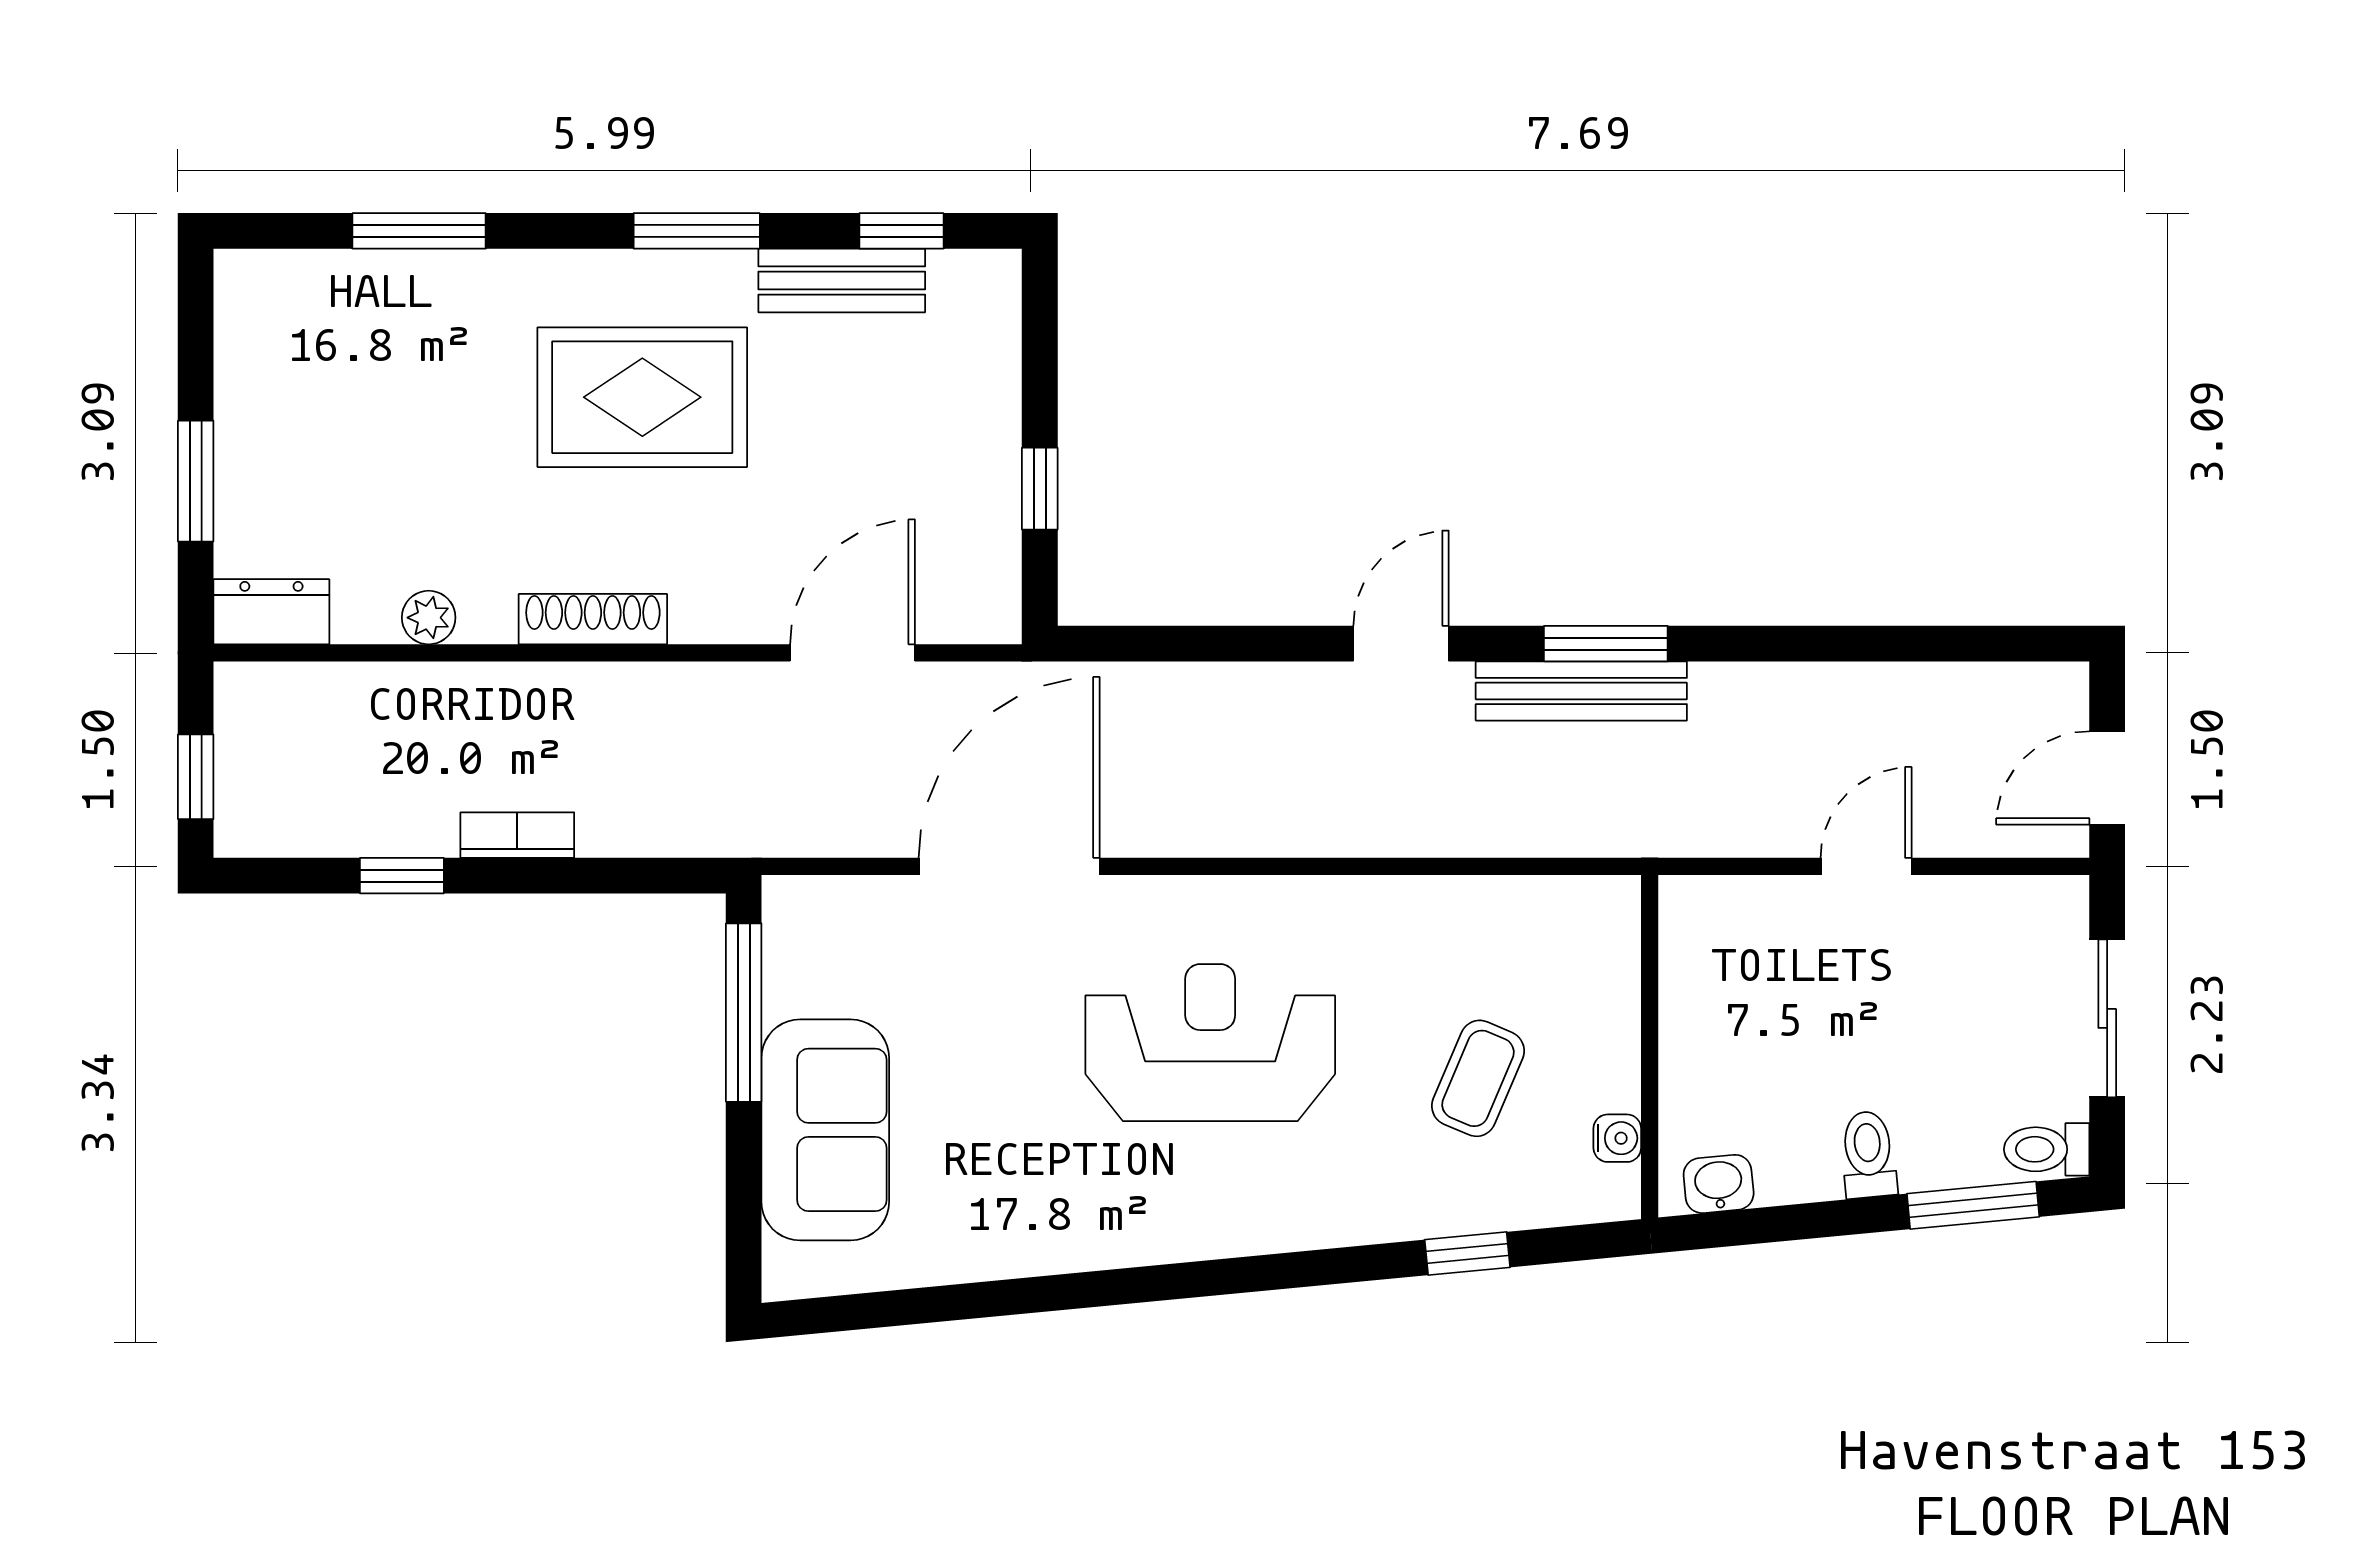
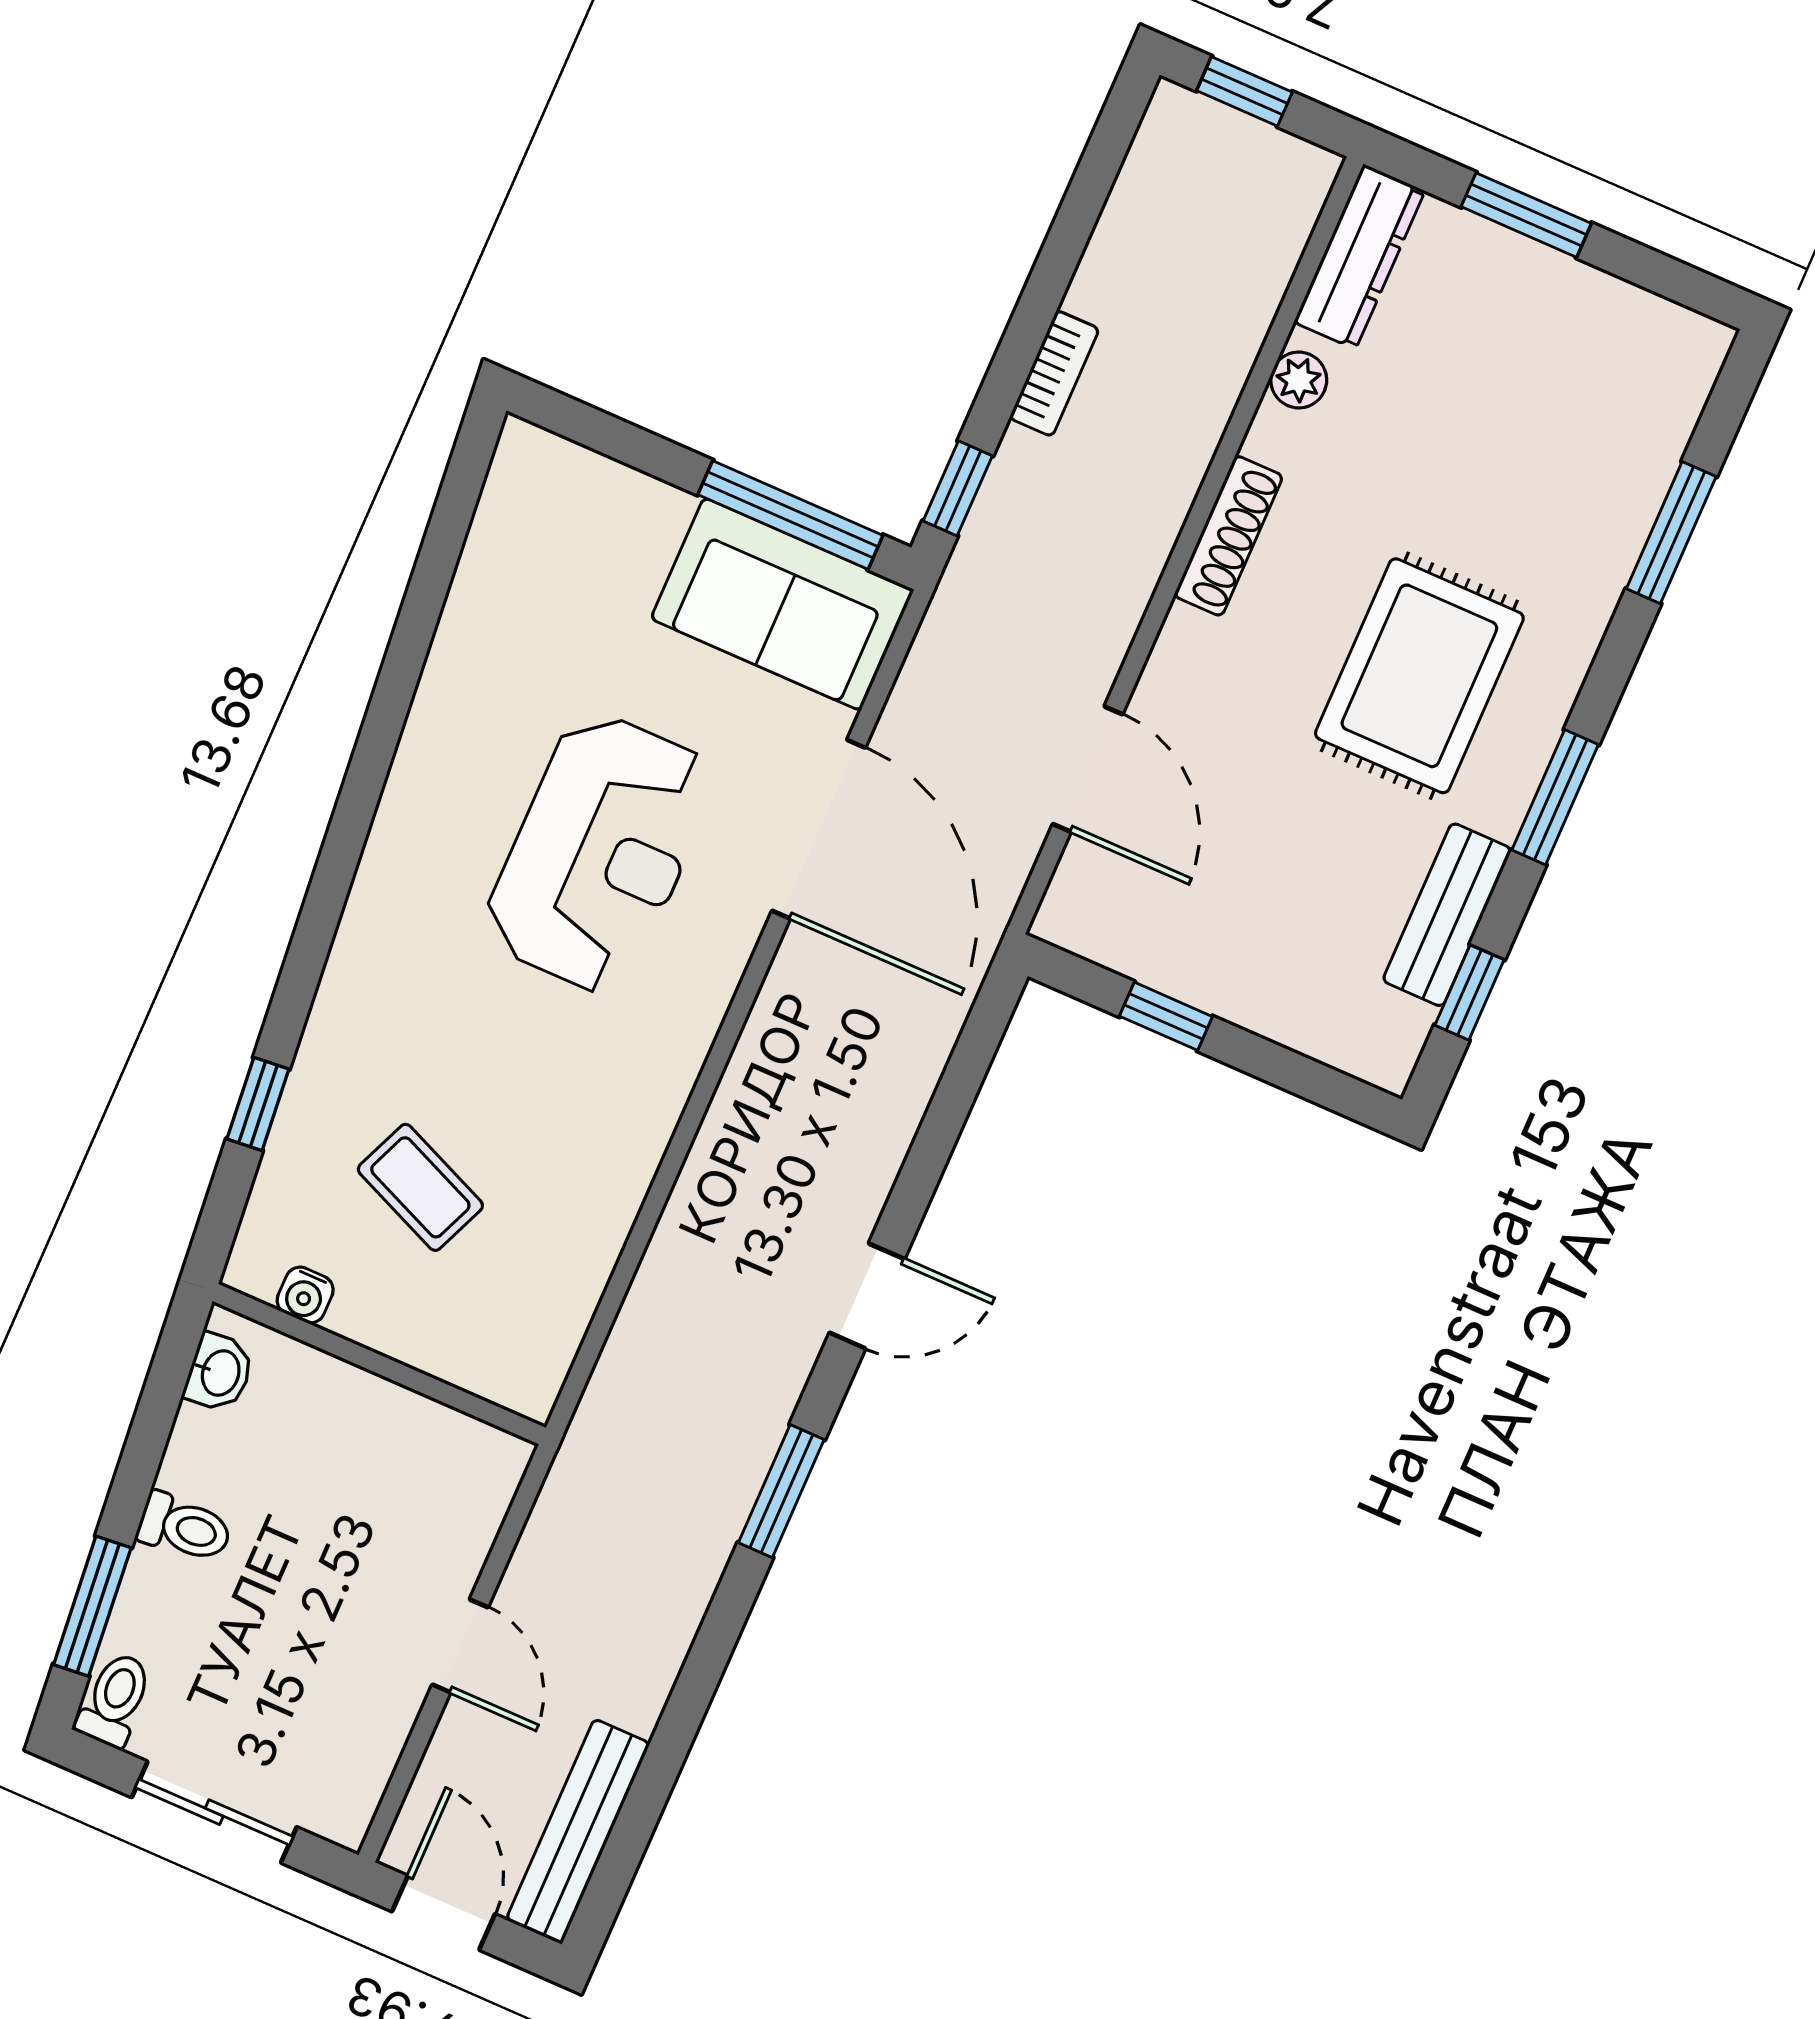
dresser: (271, 612) -> (1359, 257), width x1.44
door: (1401, 644) -> (867, 1296), hinge flipped
bench: (1581, 691) -> (578, 1832), moved
window: (402, 876) -> (958, 488), moved
reception desk: (1210, 1043) -> (600, 853), moved
sofa: (825, 1130) -> (782, 604), moved

